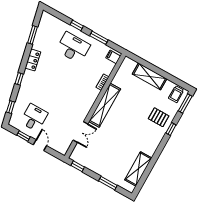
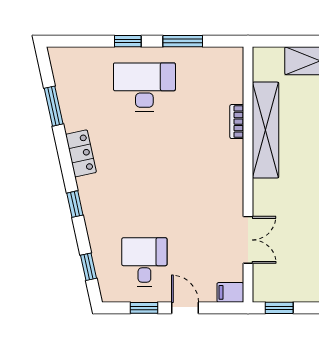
filing cabinet: (113, 57) -> (230, 292), moved
shelving: (105, 105) -> (266, 130), moved

